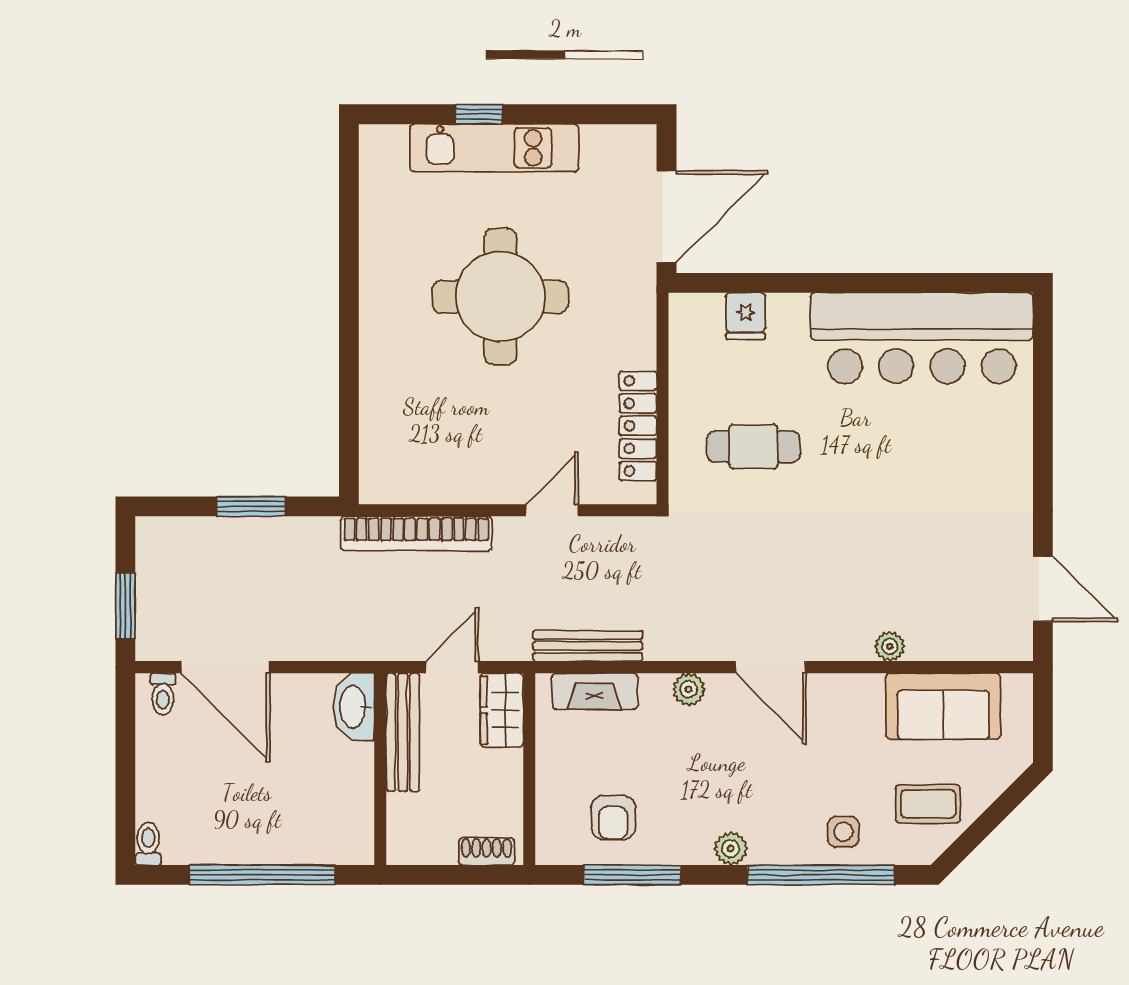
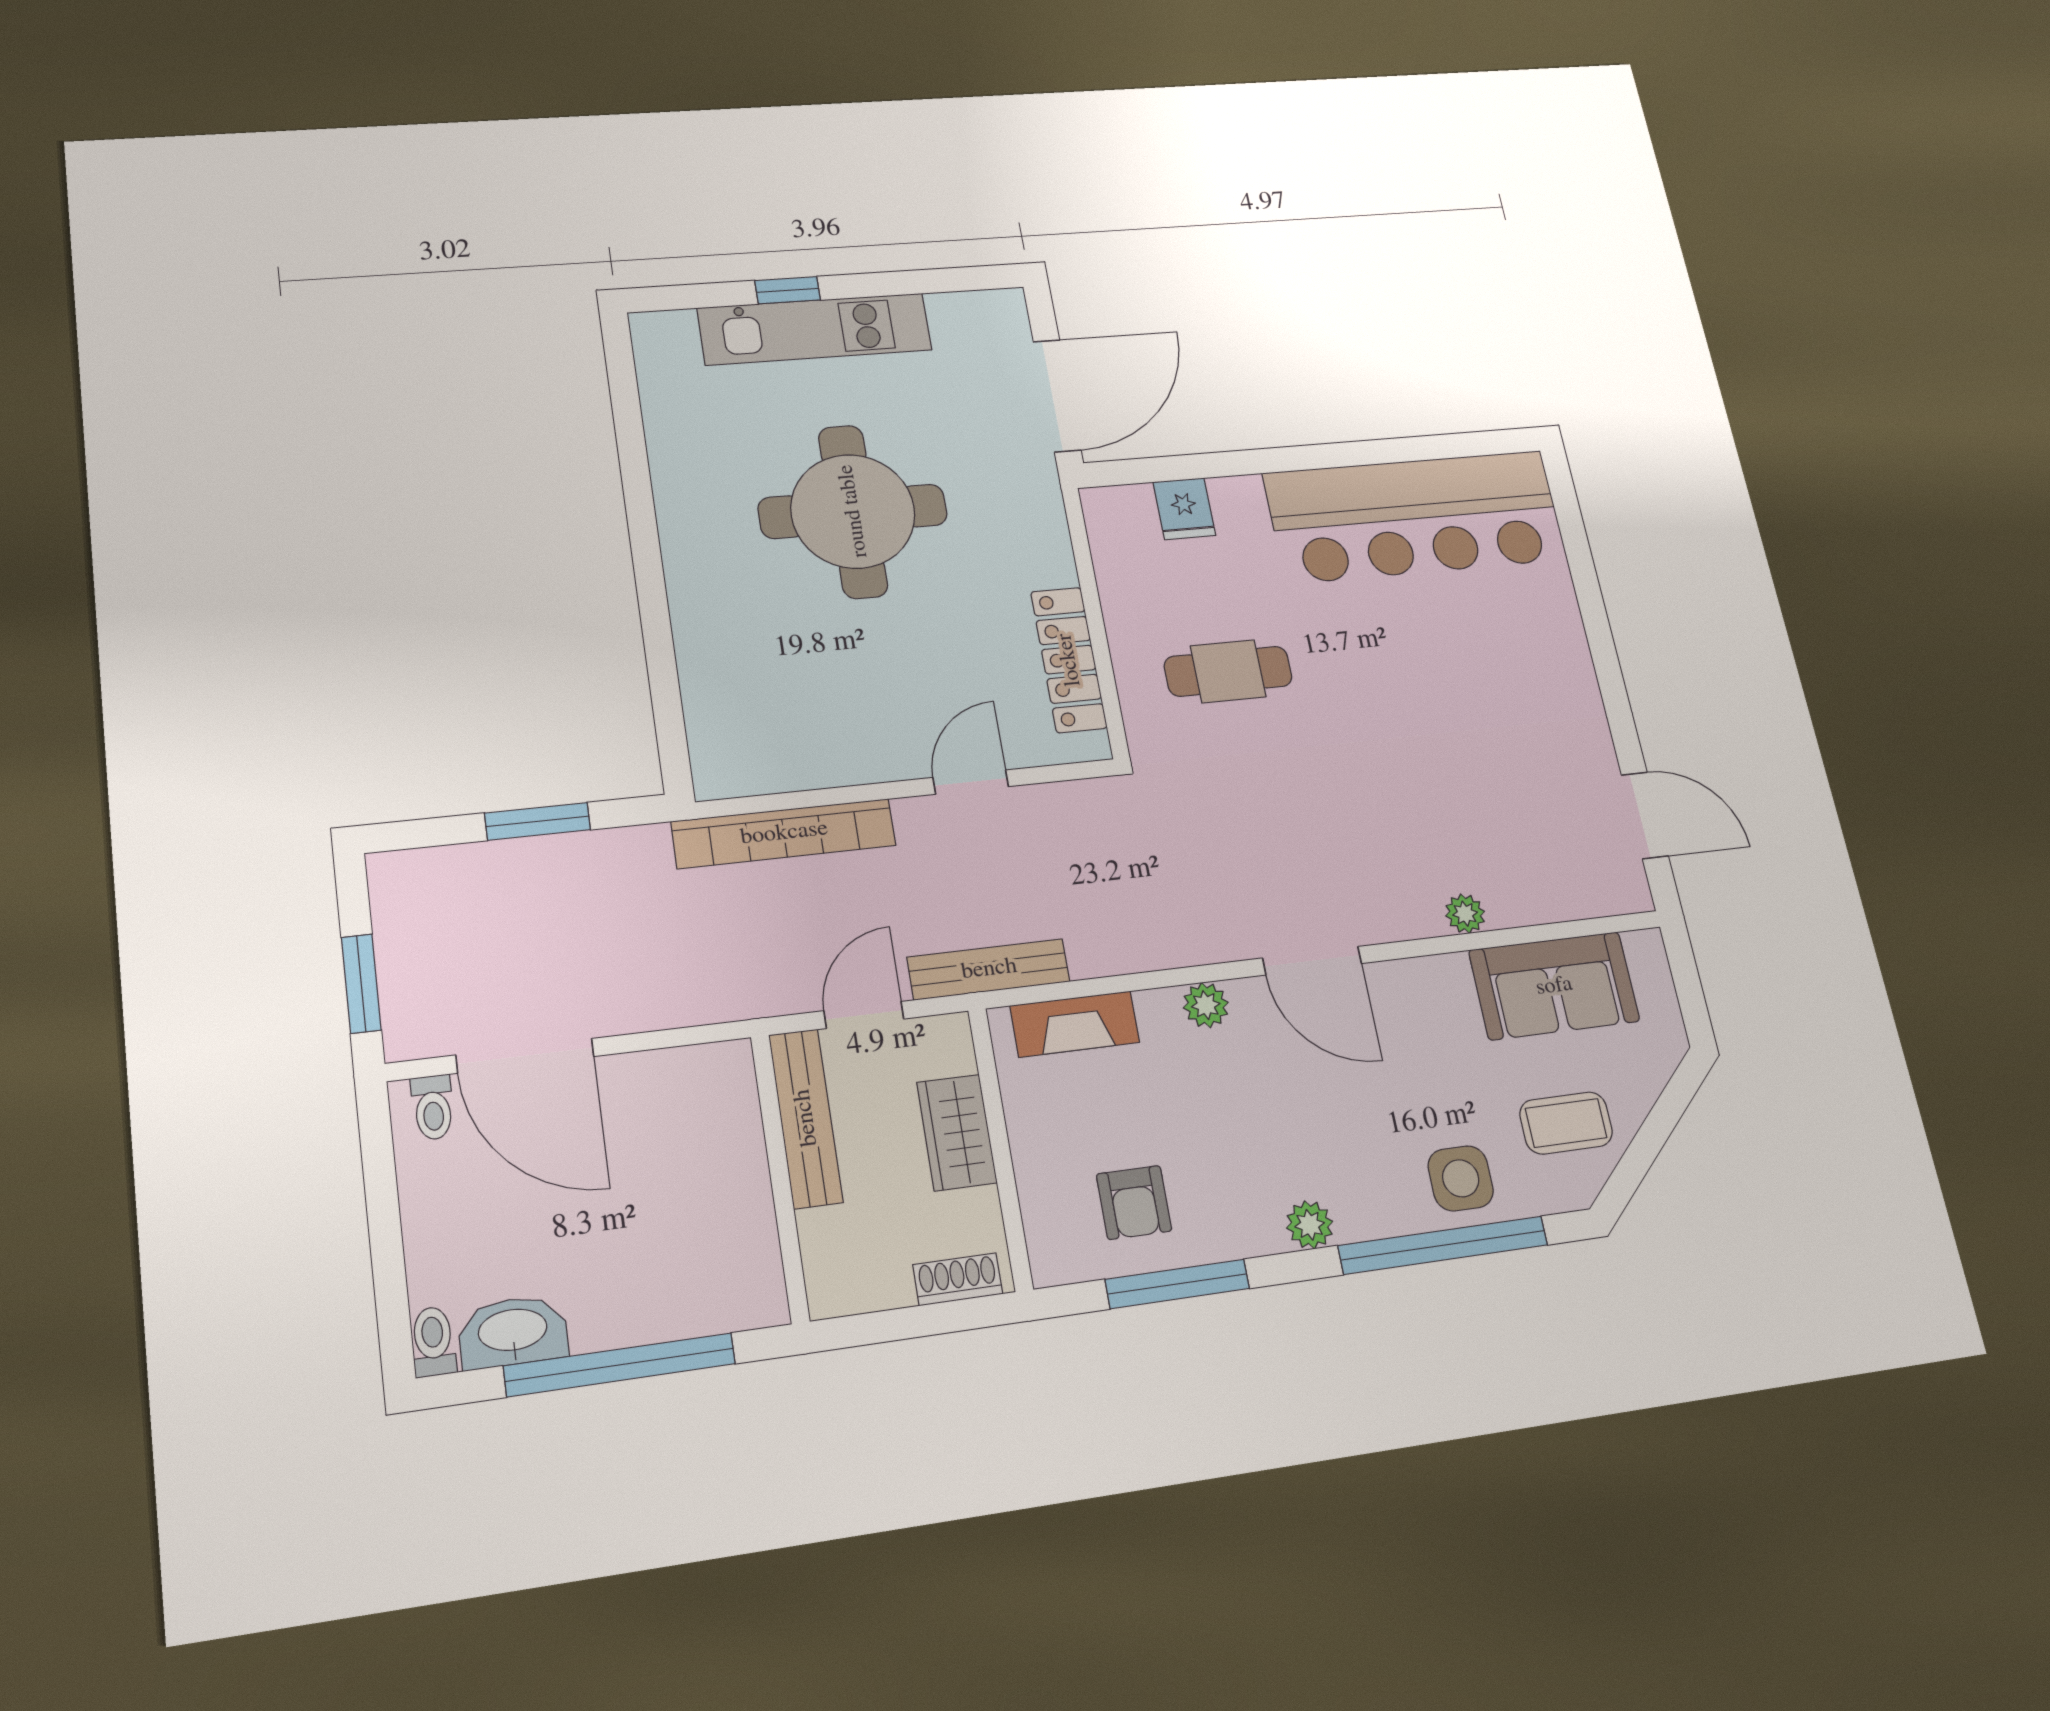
bench: (588, 646) -> (989, 969), moved
washbasin: (354, 707) -> (513, 1332), moved, turned 90
wardrobe: (502, 710) -> (957, 1132), moved
side table: (843, 832) -> (1461, 1178), width x1.37, depth x1.37

